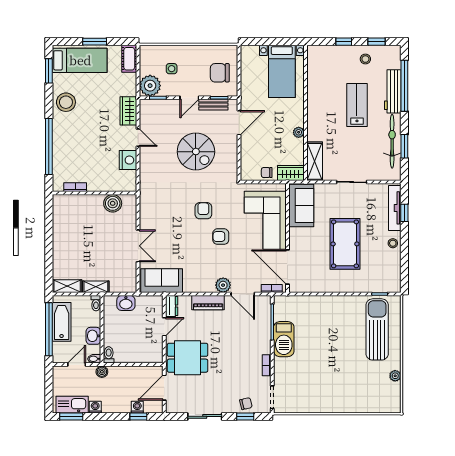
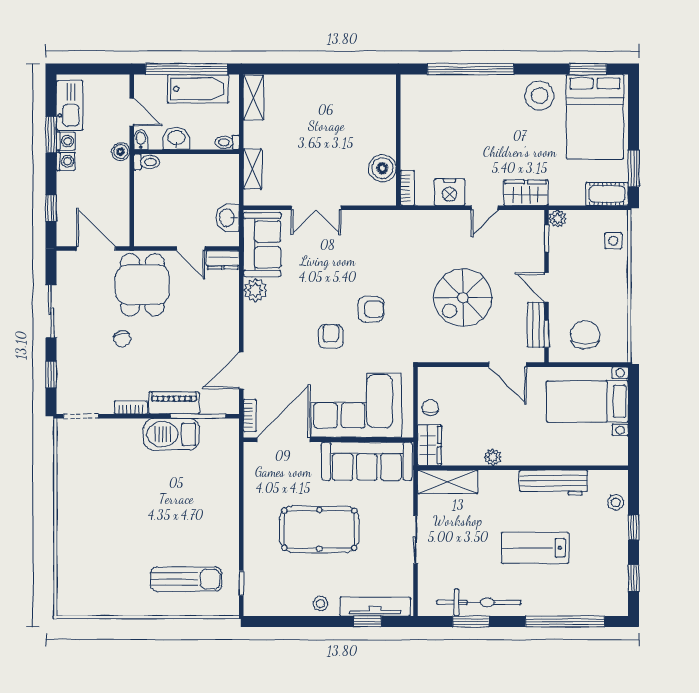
window: (95, 42) -> (634, 168), moved
stool: (365, 59) -> (616, 502), moved
bed: (80, 60) -> (595, 117), width x1.50
side table: (172, 69) -> (613, 241), moved
bed with nightstands: (282, 71) -> (587, 401), moved
plant: (150, 86) -> (558, 219), width x0.53, depth x0.53
workbench: (393, 91) -> (553, 483), moved, turned 180
lab bench: (357, 105) -> (535, 548), turned 180
bookcase: (75, 187) -> (407, 188), moved
sofa: (301, 206) -> (367, 461), width x1.36
plant: (223, 285) -> (255, 290), moved
shelving: (96, 287) -> (253, 169), moved
washbasin: (126, 303) -> (227, 218), moved
piano: (208, 303) -> (174, 403), moved, turned 90
sun lounger: (377, 329) -> (186, 579), width x0.73, depth x0.75
plant: (395, 376) -> (114, 607), removed
chair: (246, 404) -> (122, 339), moved
washing machine: (137, 407) -> (66, 161), moved
window: (71, 416) -> (51, 135), moved

